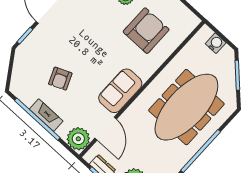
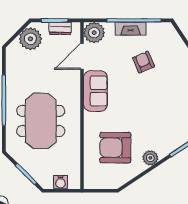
armchair: (146, 31) -> (115, 148), turned 90
meeting table: (186, 107) -> (41, 121), width x0.73
door: (106, 129) -> (82, 56), hinge flipped

